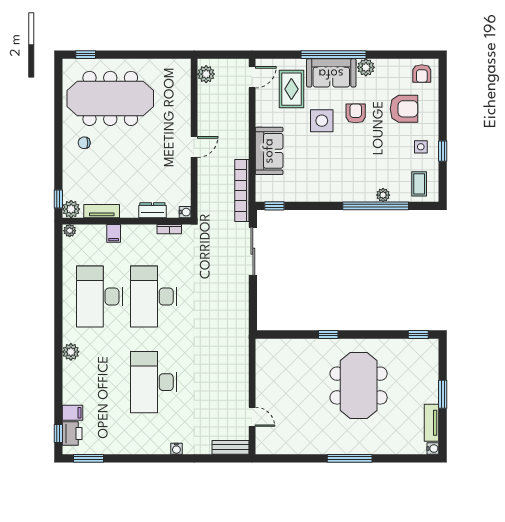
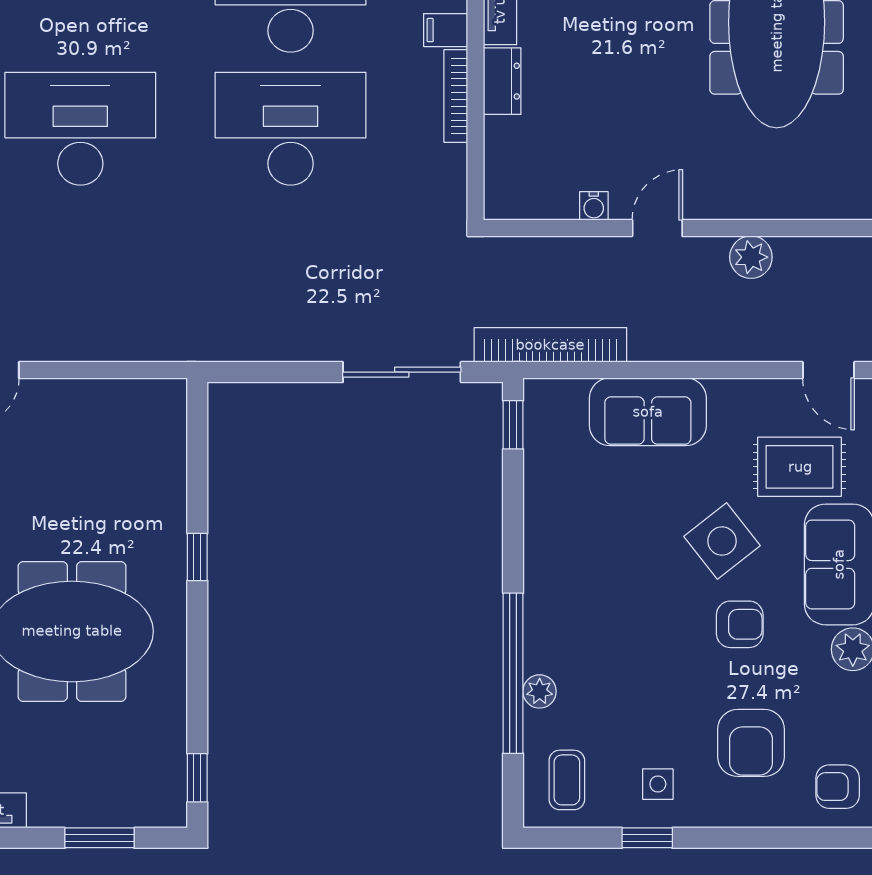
plant: (206, 74) -> (751, 257), moved
side table: (322, 121) -> (722, 541), turned -38
door: (194, 147) -> (657, 228), swing flipped
coffee table: (419, 184) -> (567, 780), turned 90
dresser: (152, 210) -> (502, 81), moved
water cooler: (185, 212) -> (594, 206), moved
bookcase: (169, 229) -> (456, 96), moved, width x1.56
window: (443, 394) -> (100, 838), moved

